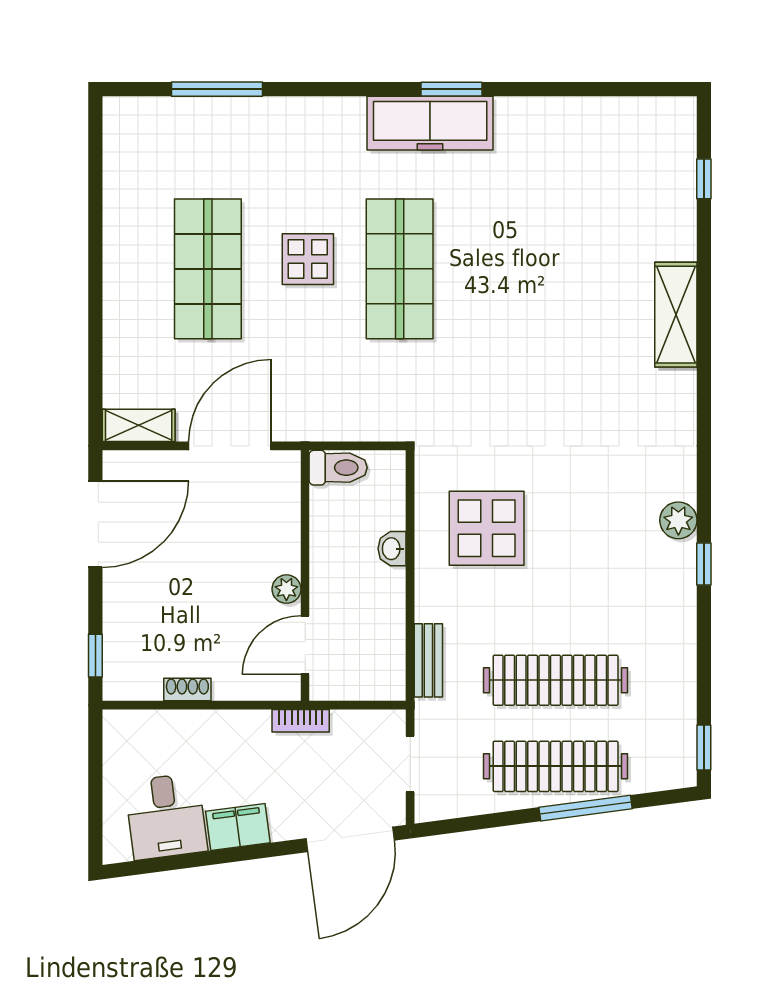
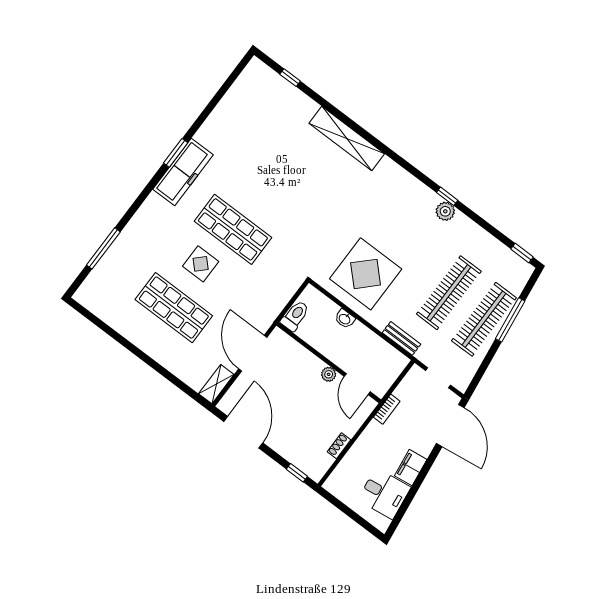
shelving: (676, 315) -> (347, 138), width x1.47
plant: (678, 520) -> (445, 211), moved
display table: (487, 528) -> (366, 274), width x1.36, depth x1.36

